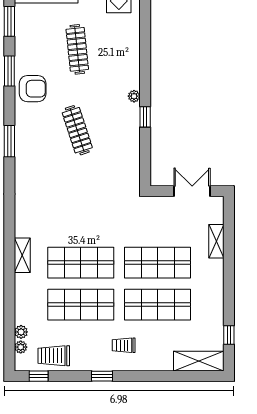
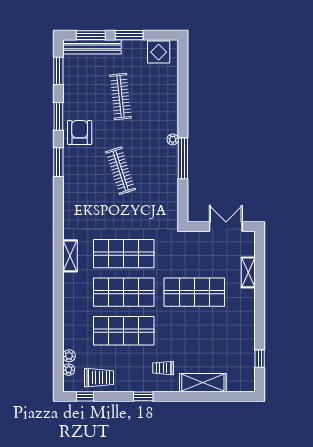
armchair: (33, 89) -> (80, 133), turned -90
window: (145, 117) -> (183, 158), width x2.17
window: (9, 141) -> (58, 162), moved
shelving: (22, 255) -> (70, 256), moved
shop shelf: (158, 305) -> (124, 254), moved
trolley: (54, 356) -> (99, 378), turned 180
shelving: (199, 361) -> (203, 383), moved

